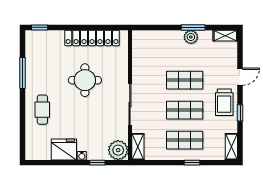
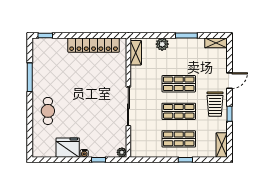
plant: (191, 37) -> (162, 44), moved
round table: (85, 80) -> (87, 84), removed
shelving: (138, 147) -> (136, 53), moved
plant: (118, 150) -> (122, 152), width x0.53, depth x0.53

